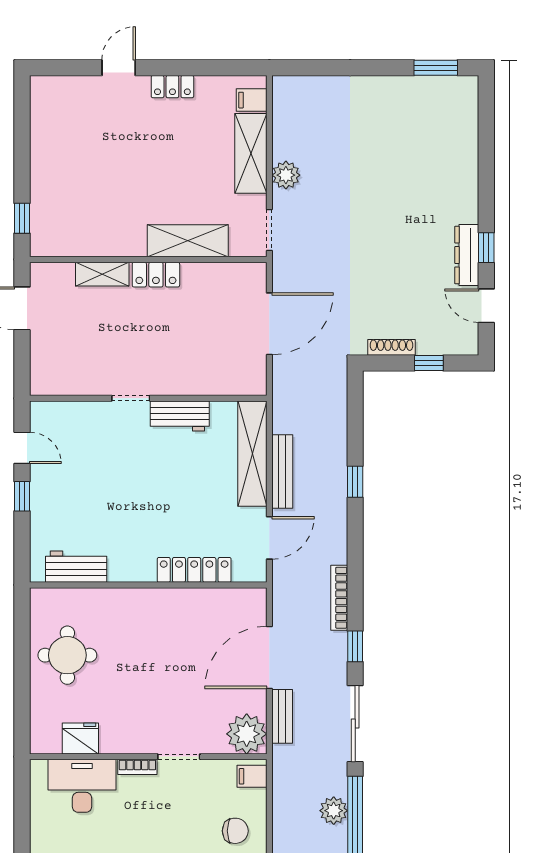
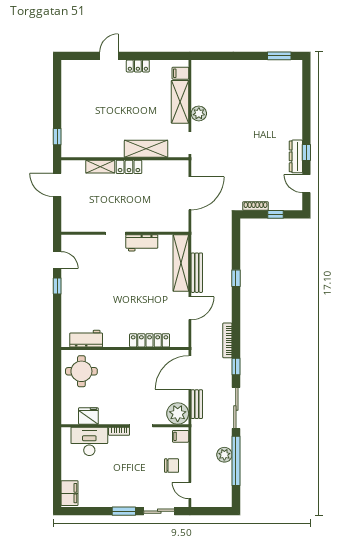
workbench: (76, 567) -> (86, 339), moved
locker: (194, 570) -> (150, 340), moved
wall: (148, 585) -> (125, 348), moved

